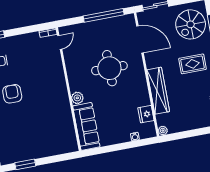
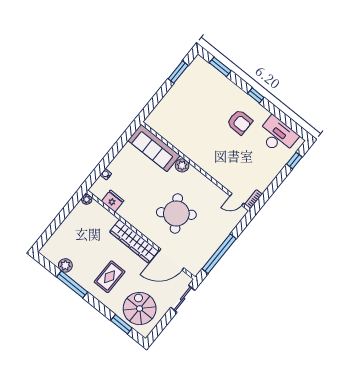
door: (60, 42) -> (237, 199), hinge flipped
round table: (109, 68) -> (176, 213), turned -34
wardrobe: (158, 91) -> (134, 241), moved

